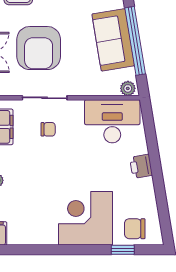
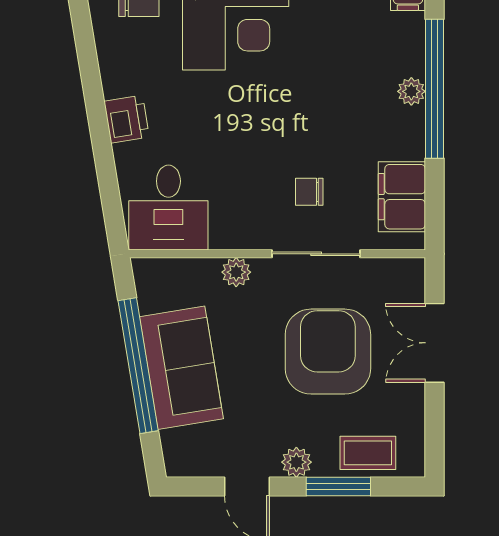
plant: (128, 88) -> (236, 272), moved
desk: (112, 121) -> (168, 208), width x0.73

